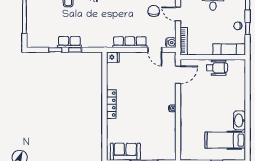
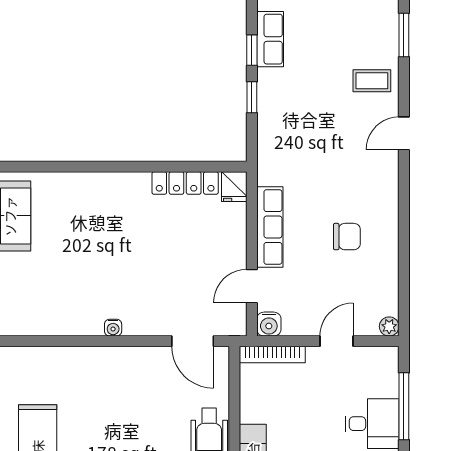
chair: (154, 11) -> (347, 237), moved
row of seats: (69, 42) -> (270, 39), moved
locker: (111, 104) -> (185, 183), moved

